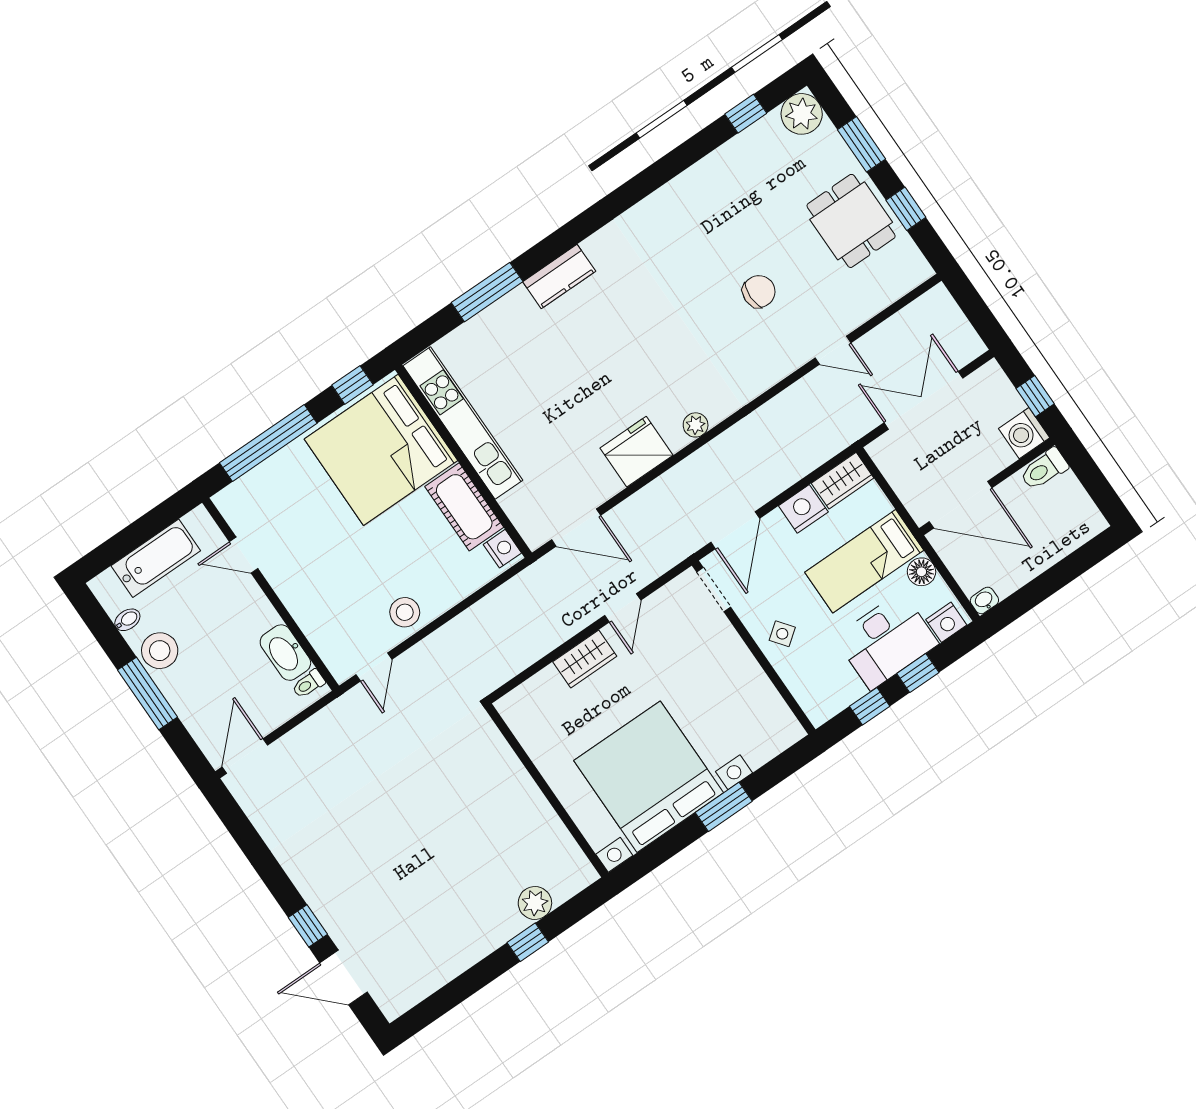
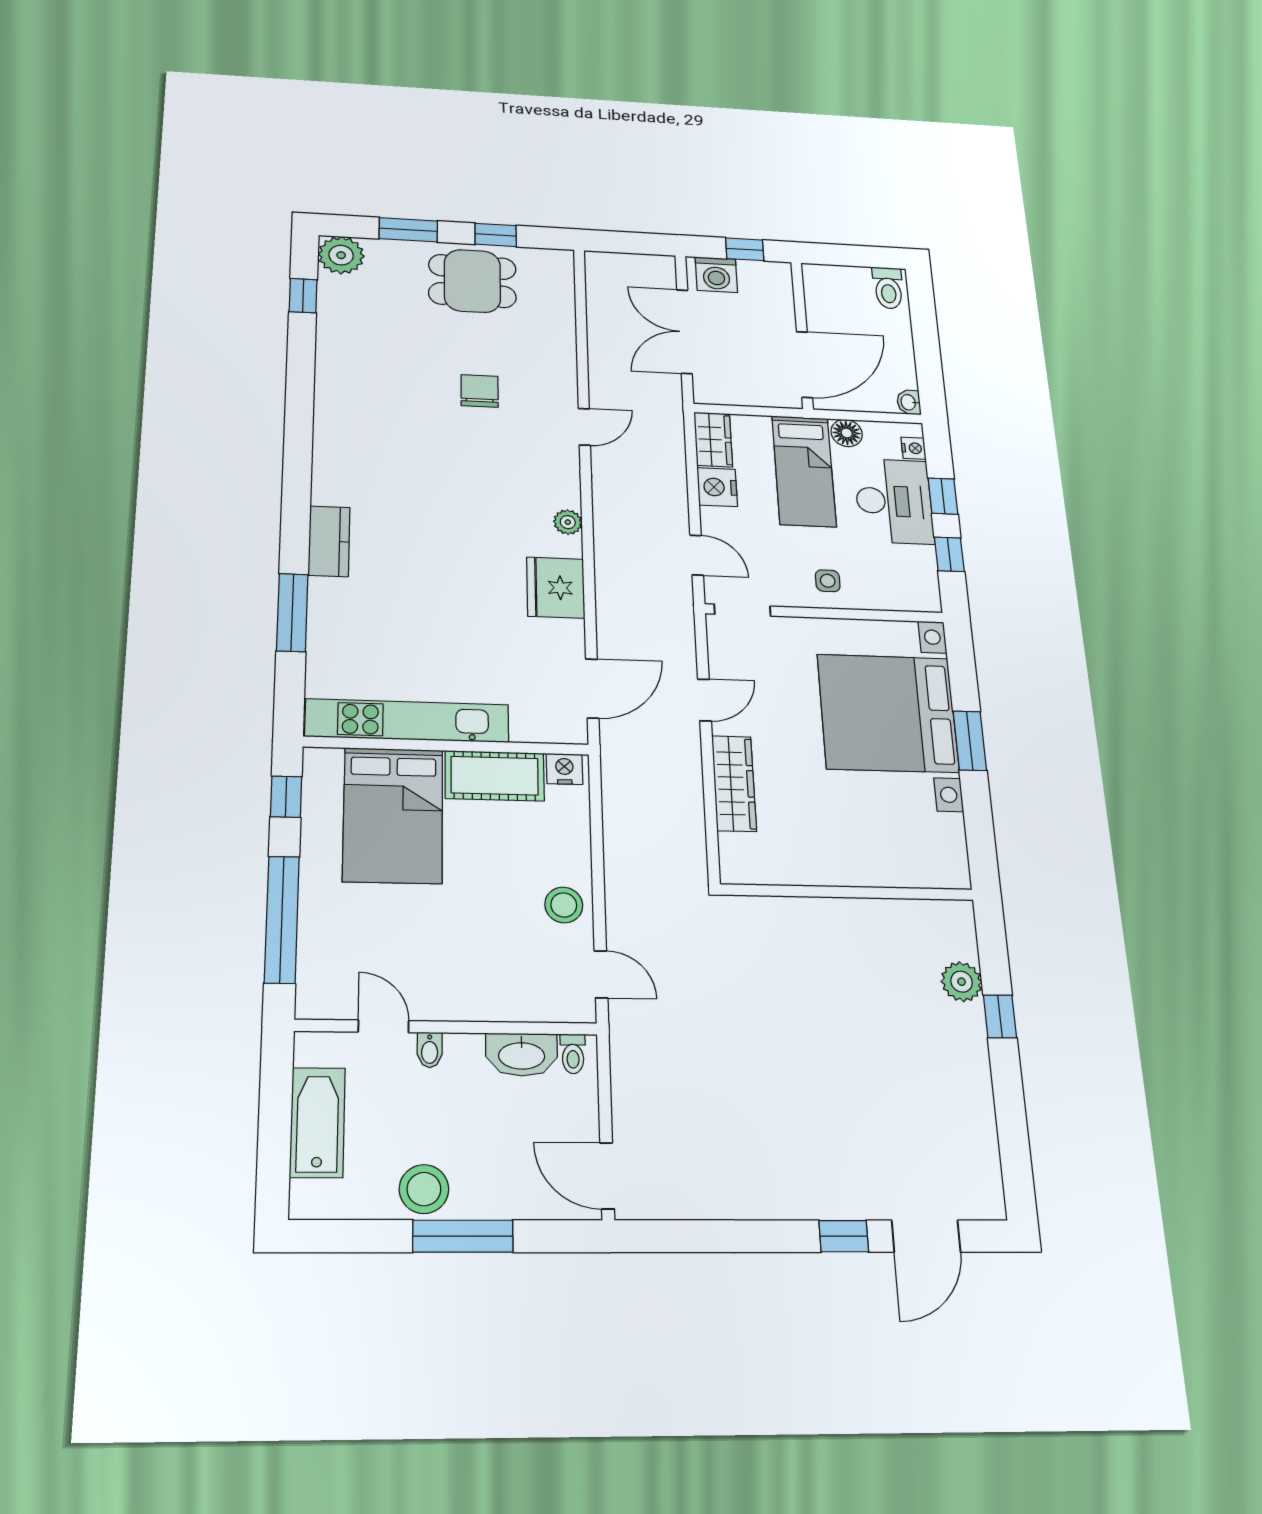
door: (833, 350) -> (584, 427), moved
washing machine: (1024, 433) -> (716, 275), moved
bed: (381, 450) -> (393, 815), width x0.73
toilet: (1044, 469) -> (888, 288), moved
door: (735, 530) -> (697, 555), width x0.73
door: (244, 555) -> (383, 1026), swing flipped
door: (623, 608) -> (704, 700), hinge flipped
bidet: (127, 620) -> (430, 1050), moved, turned 180
nightstand: (946, 622) -> (913, 448), width x0.72, depth x0.74
side table: (782, 634) -> (828, 581), turned 37
wardrobe: (585, 659) -> (734, 783), width x1.50
bed with nightstands: (649, 777) -> (888, 713), moved

